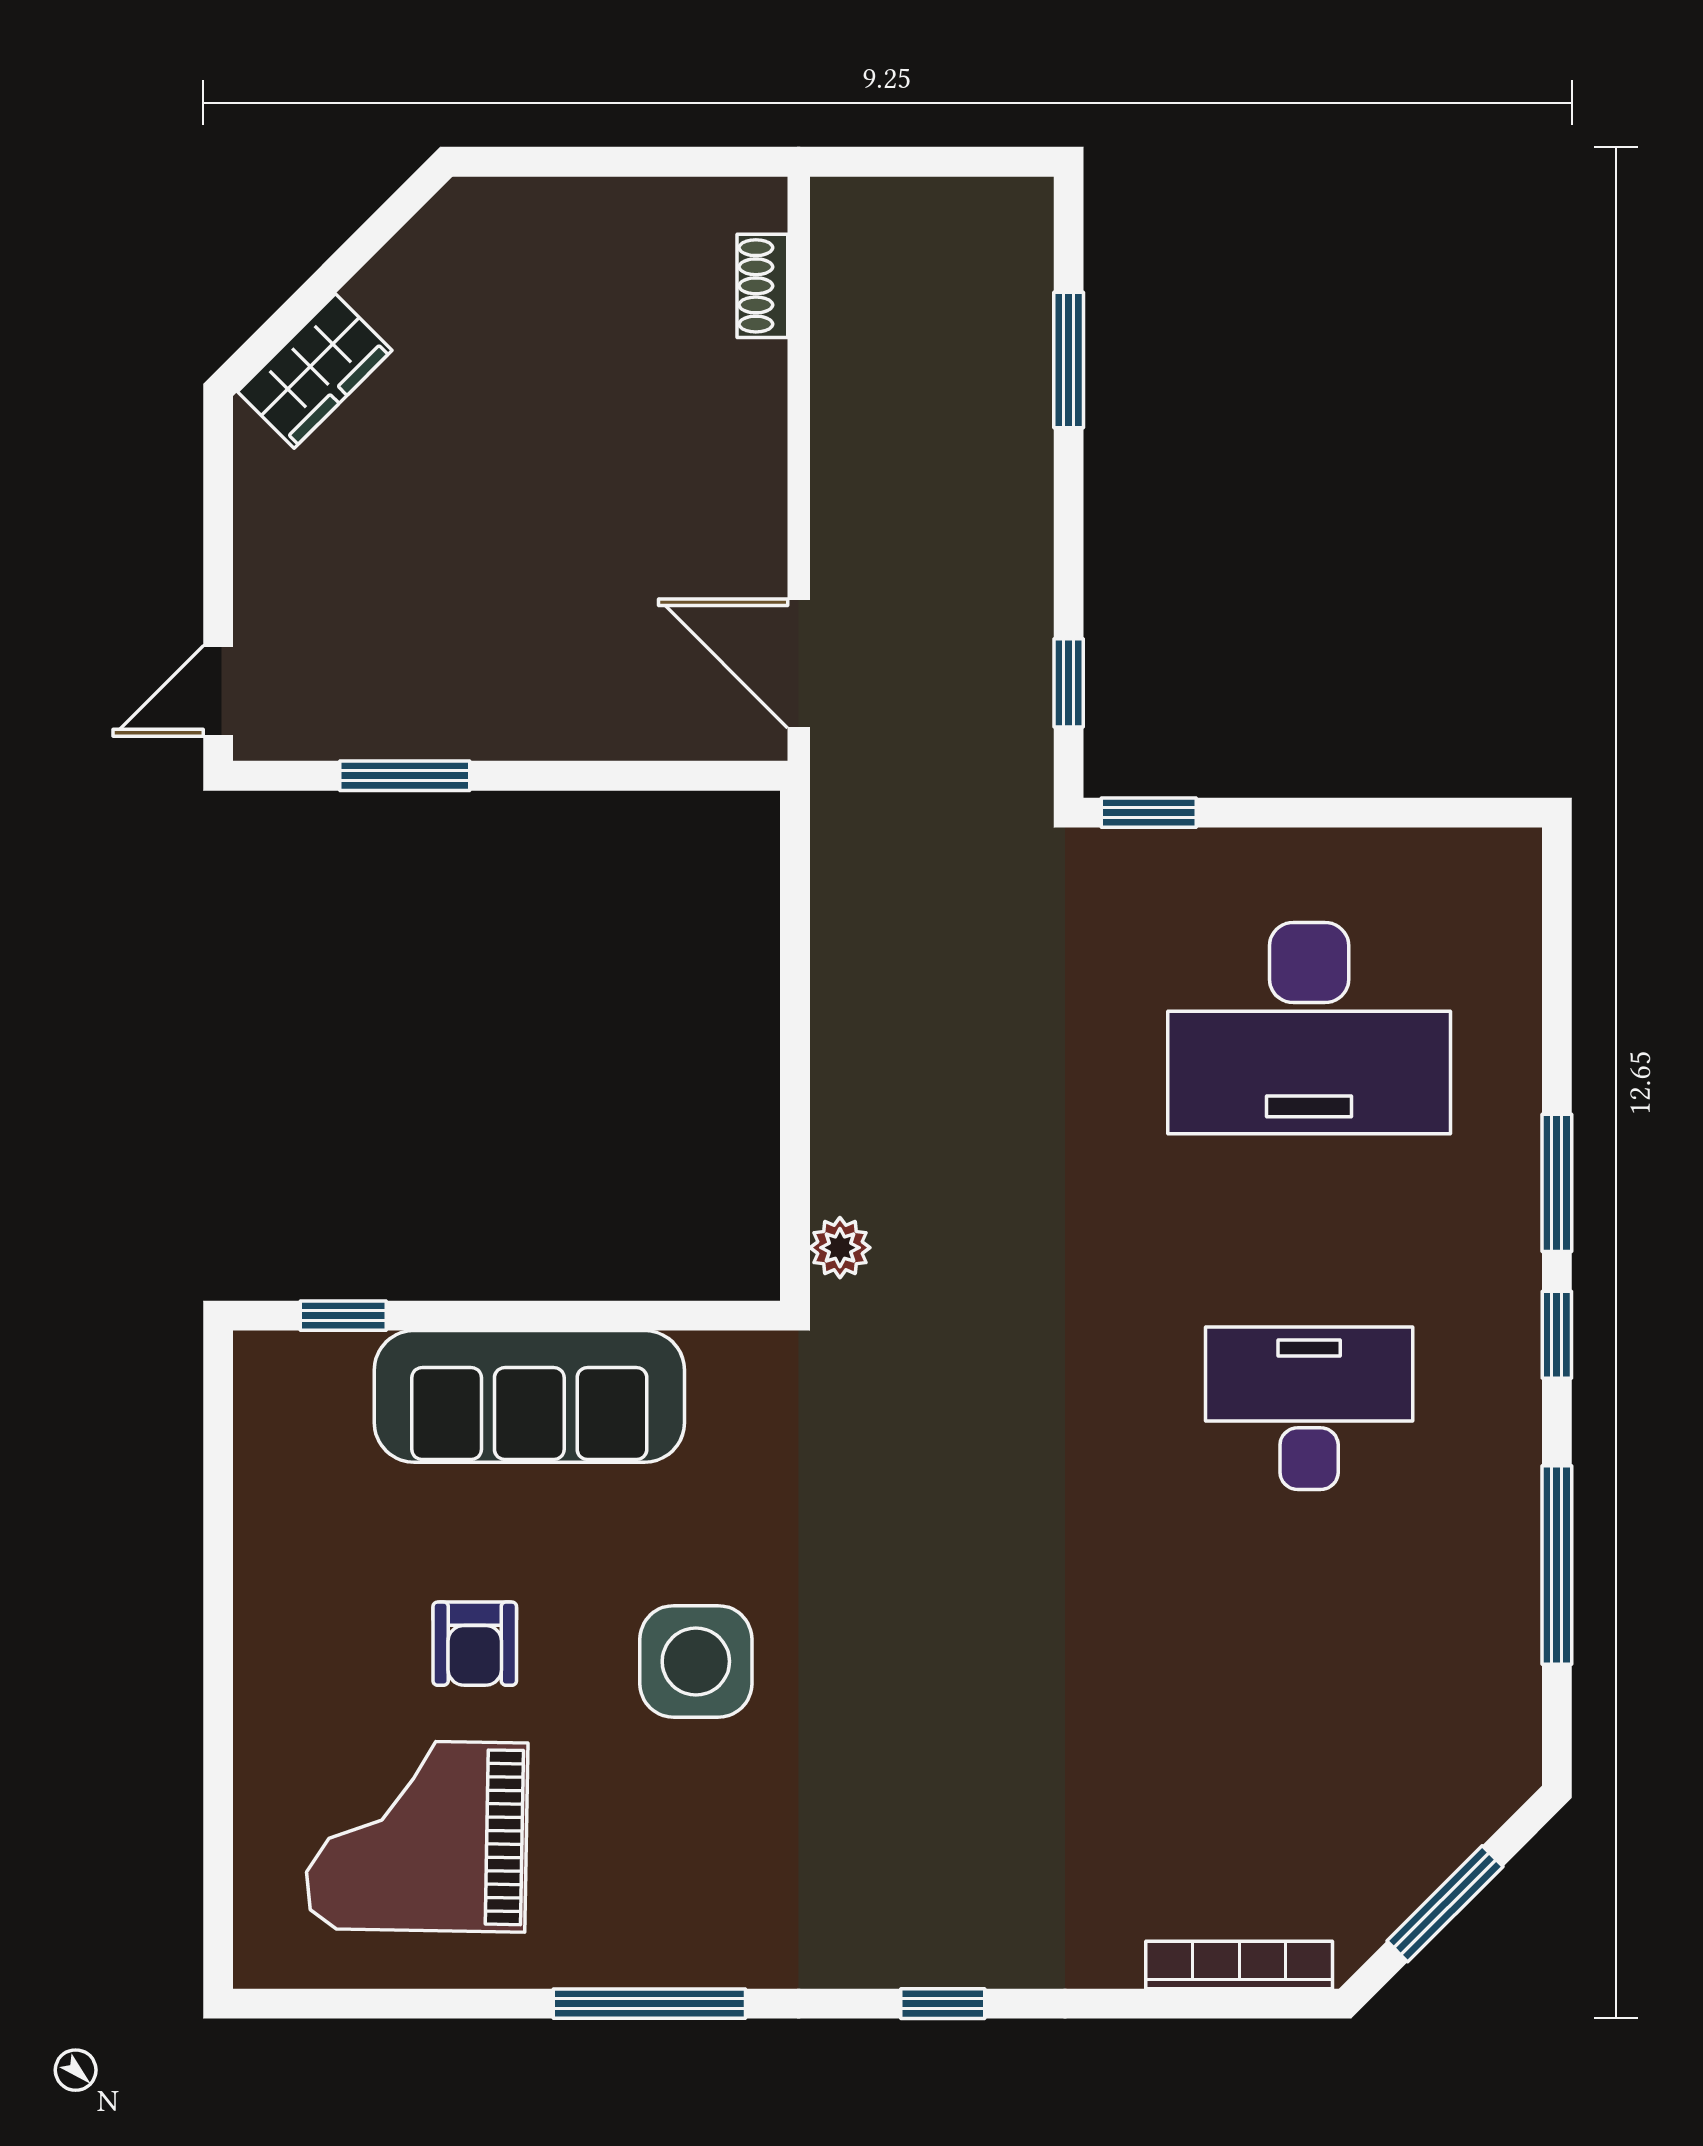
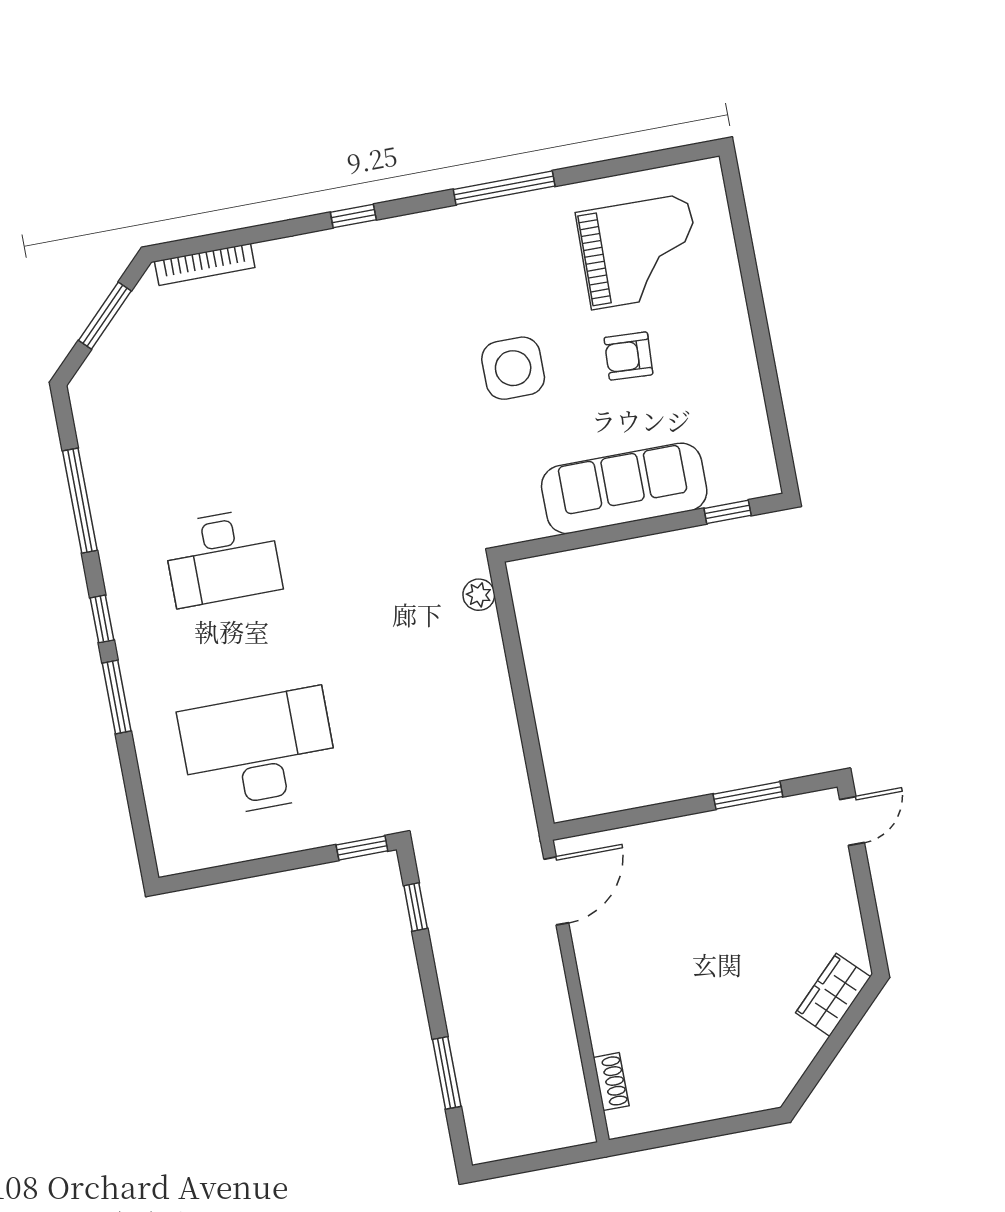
door: (799, 664) -> (556, 891), hinge flipped
armchair: (475, 1644) -> (628, 356), turned -87

